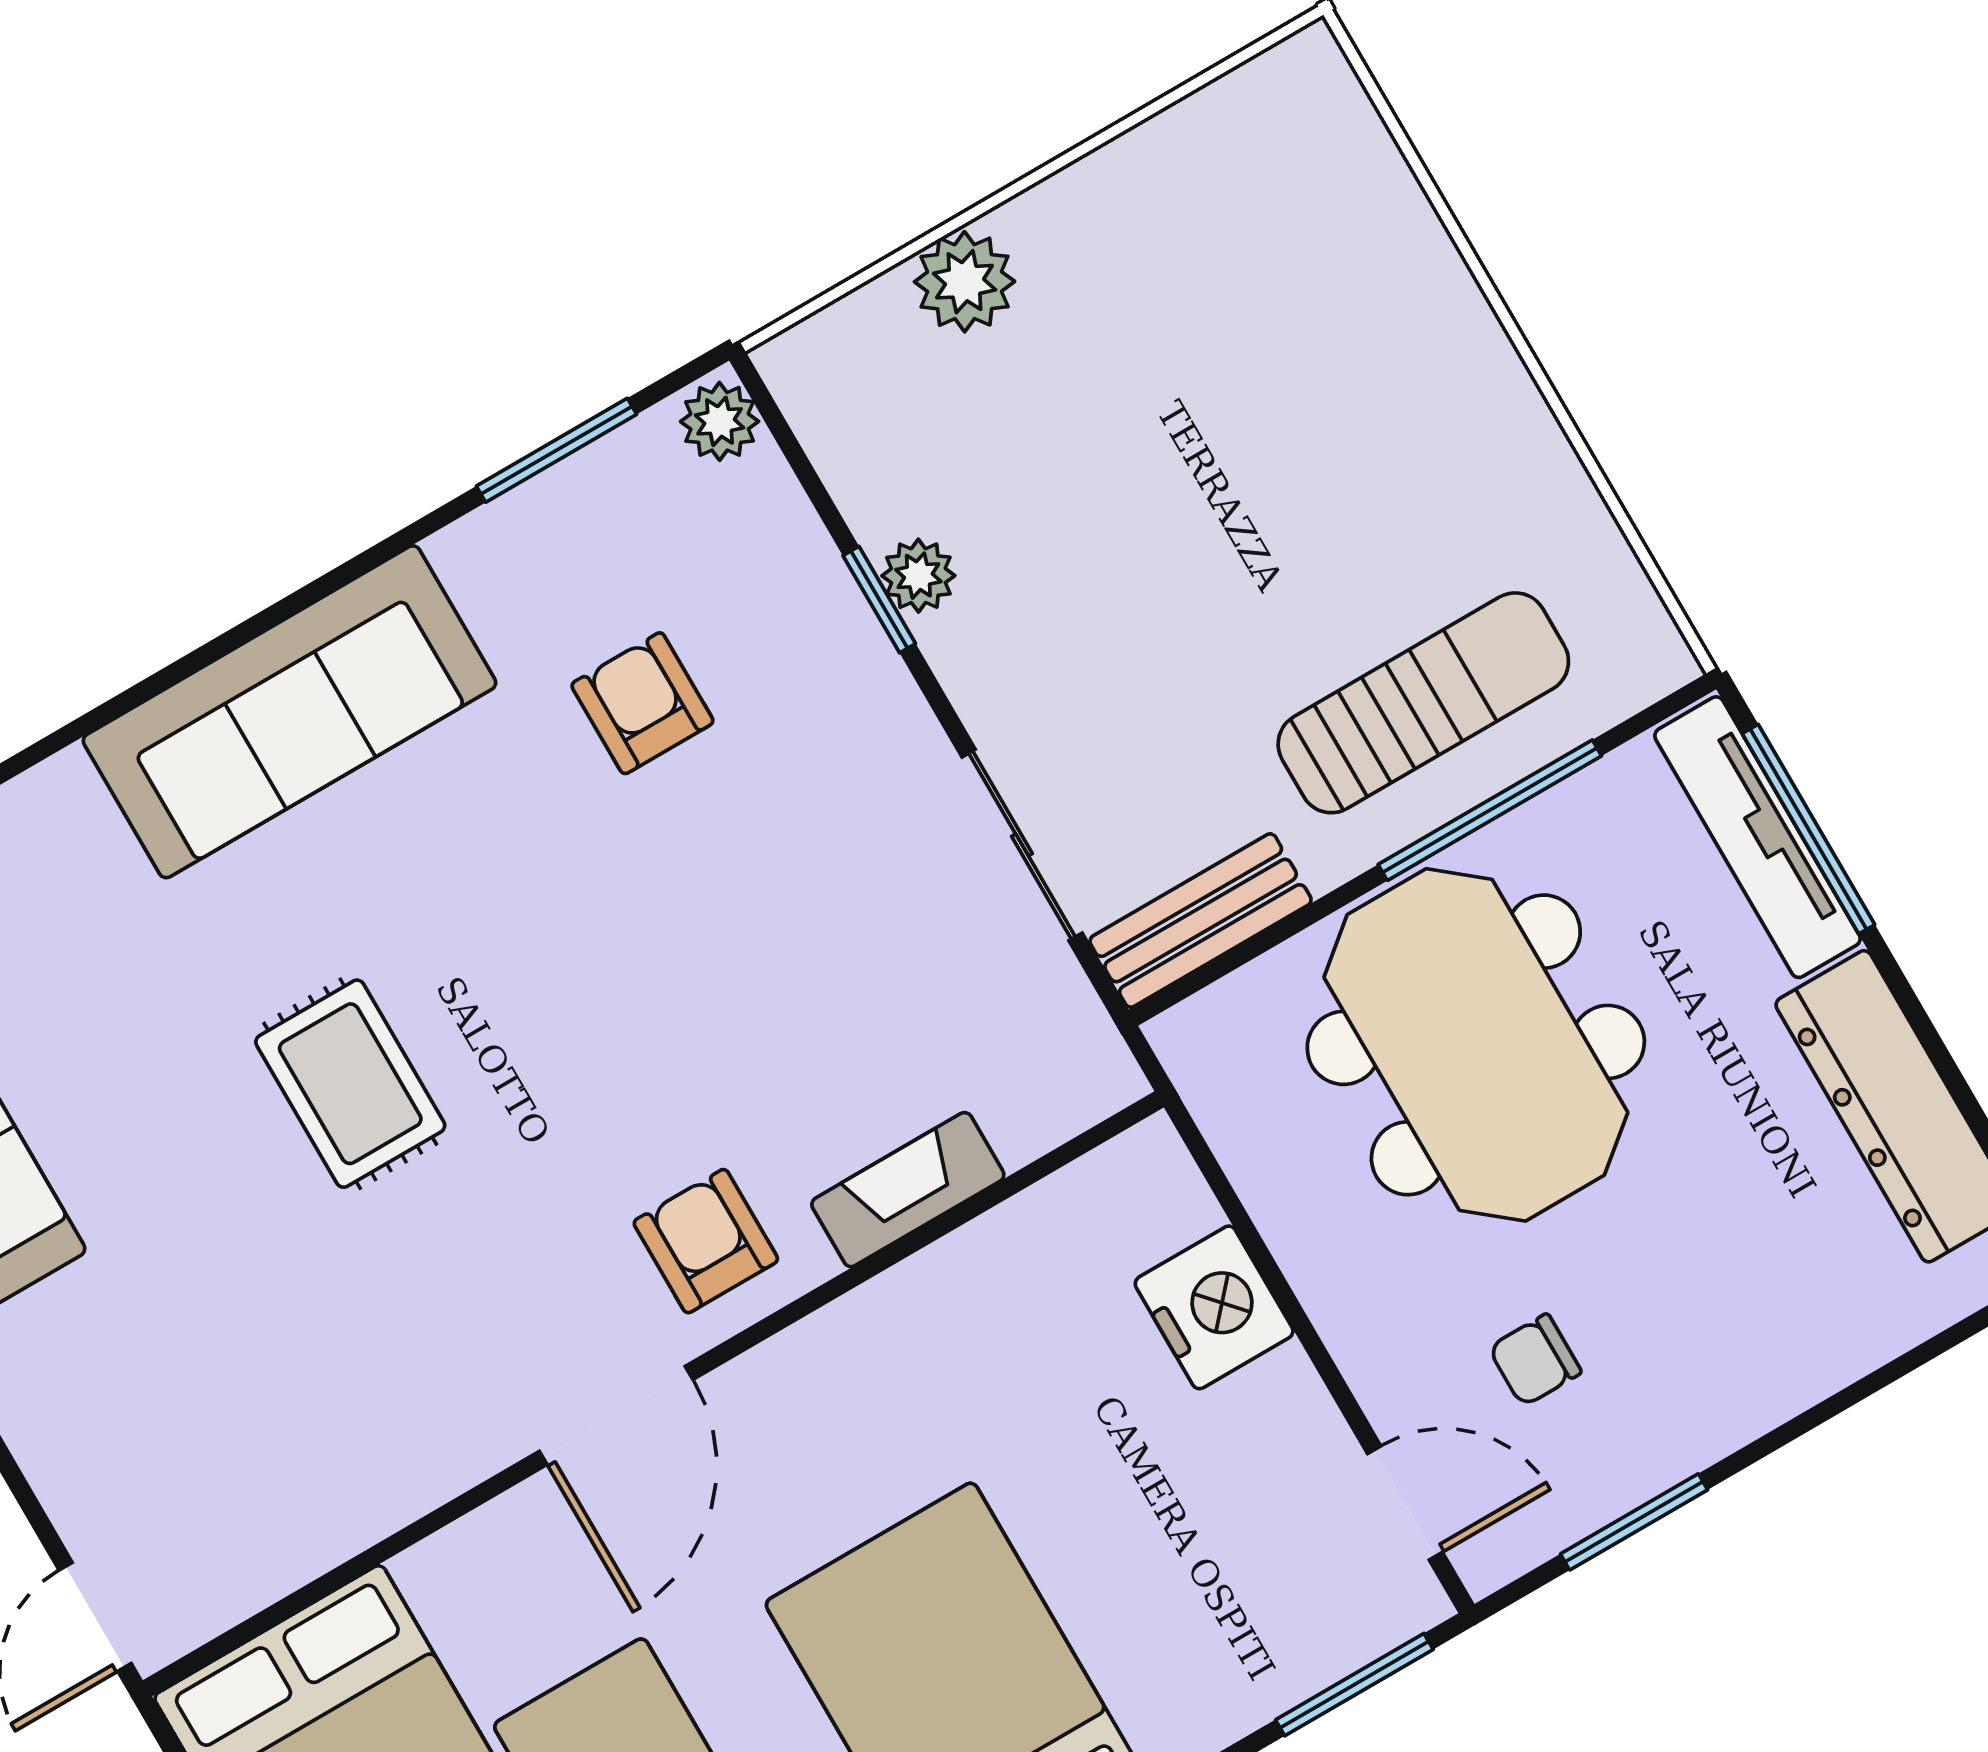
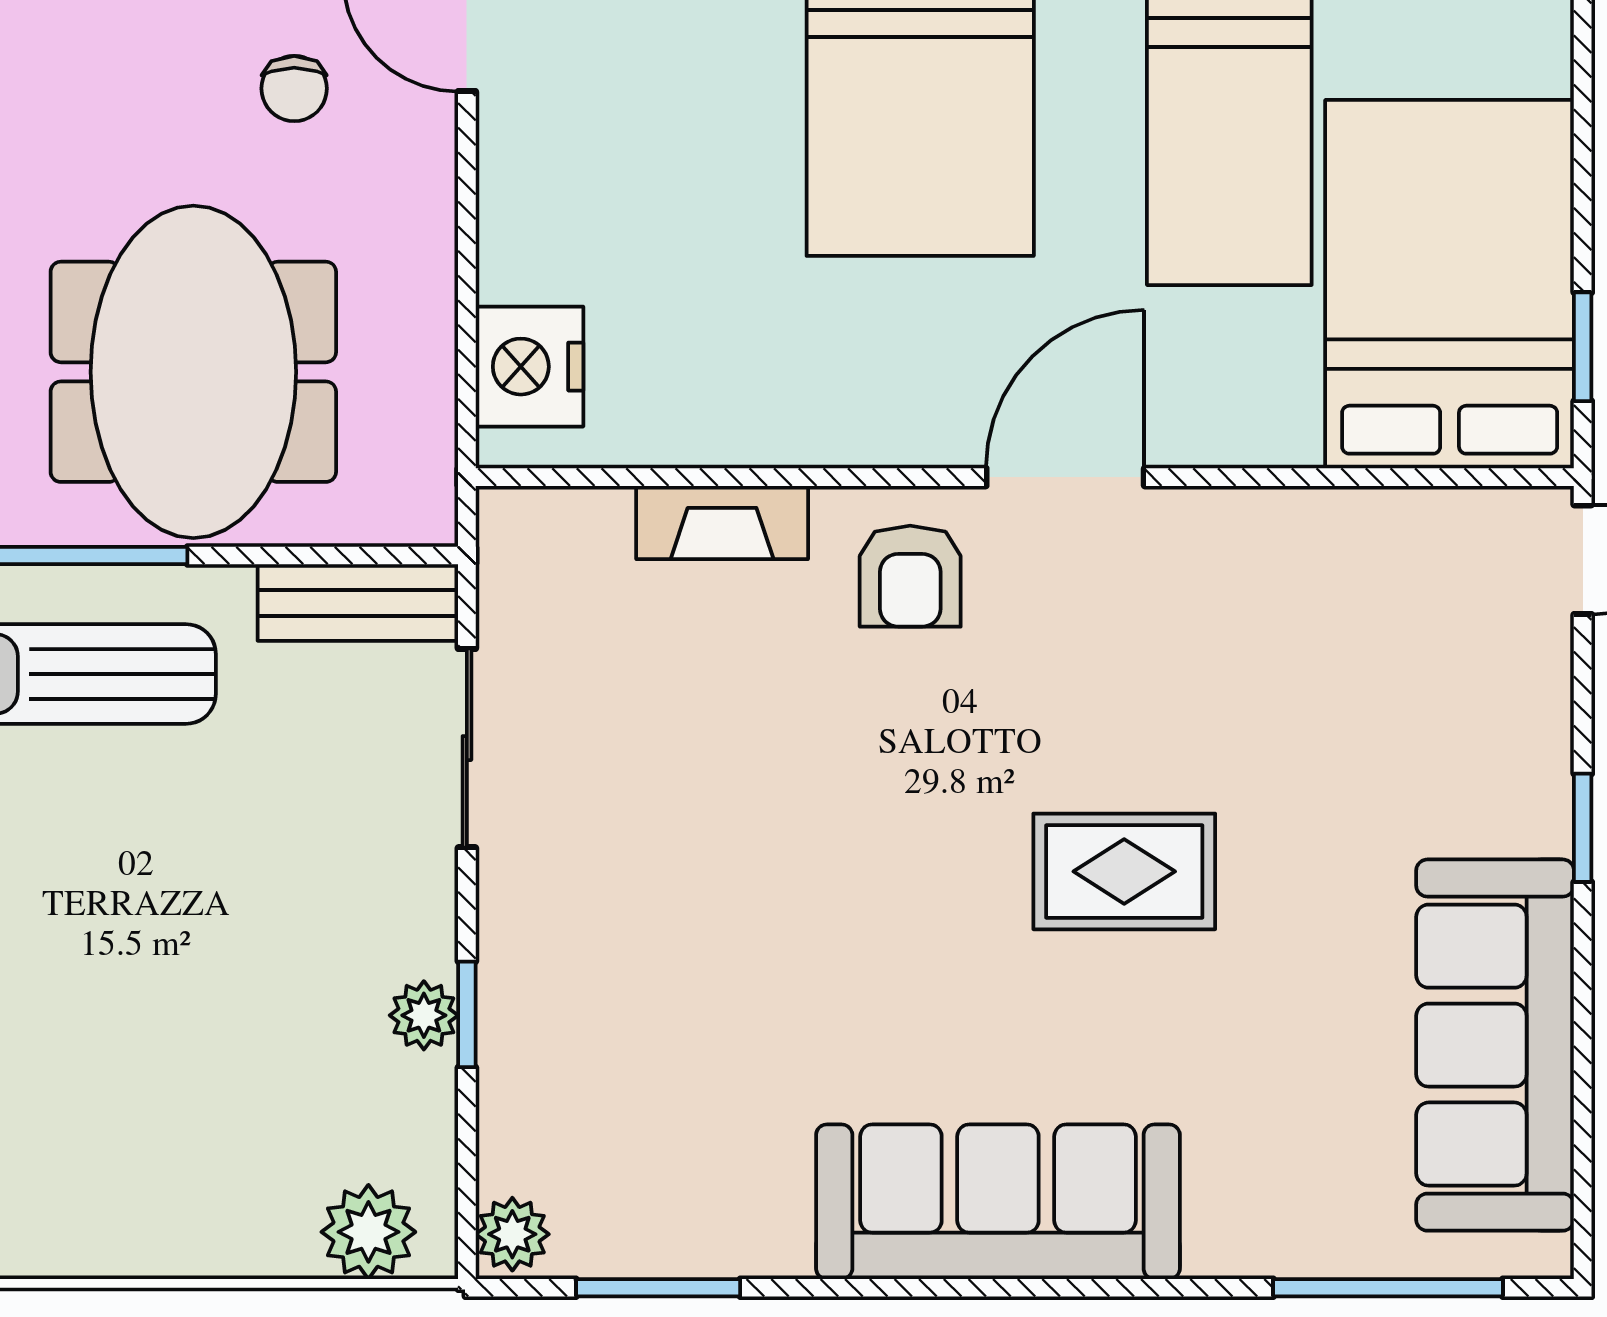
plant: (965, 282) -> (368, 1232), moved
armchair: (642, 703) -> (708, 1042), removed
rug: (350, 1084) -> (1124, 871), turned 90
nightstand: (1214, 1307) -> (529, 367), moved
chair: (1535, 1360) -> (294, 88), turned 90

